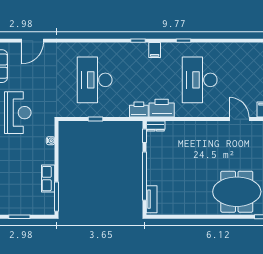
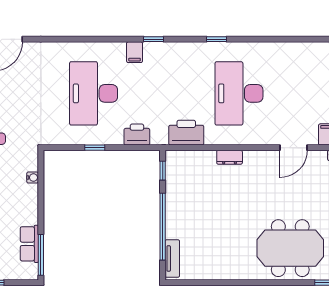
filing cabinet: (155, 50) -> (135, 52), moved
printer: (139, 110) -> (137, 135), moved
door: (239, 119) -> (294, 148), swing flipped
dresser: (156, 126) -> (230, 157), moved
row of seats: (48, 179) -> (29, 244), moved

